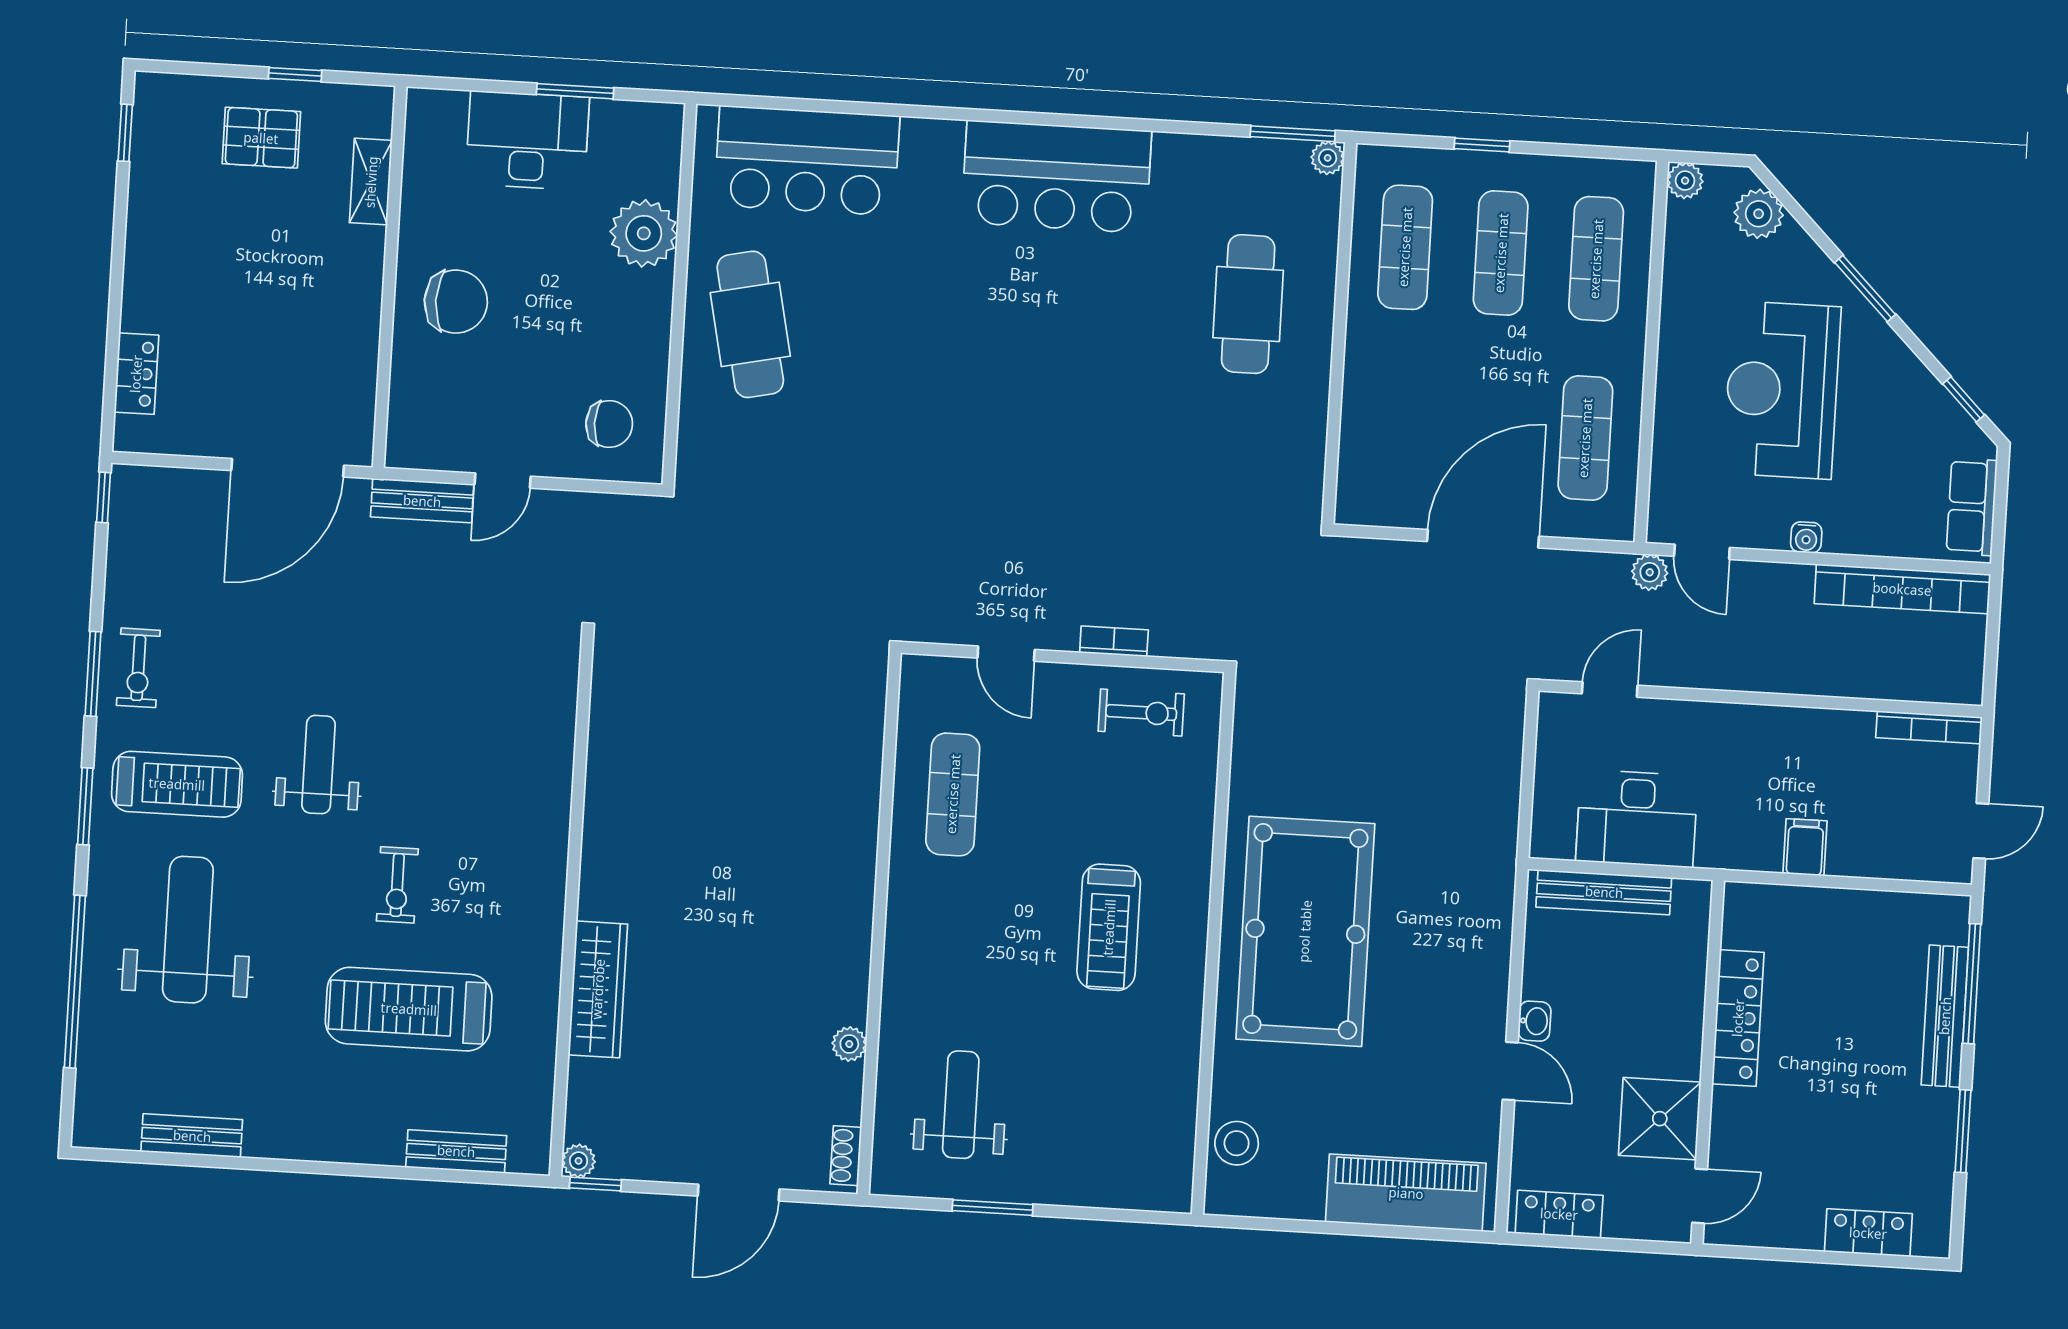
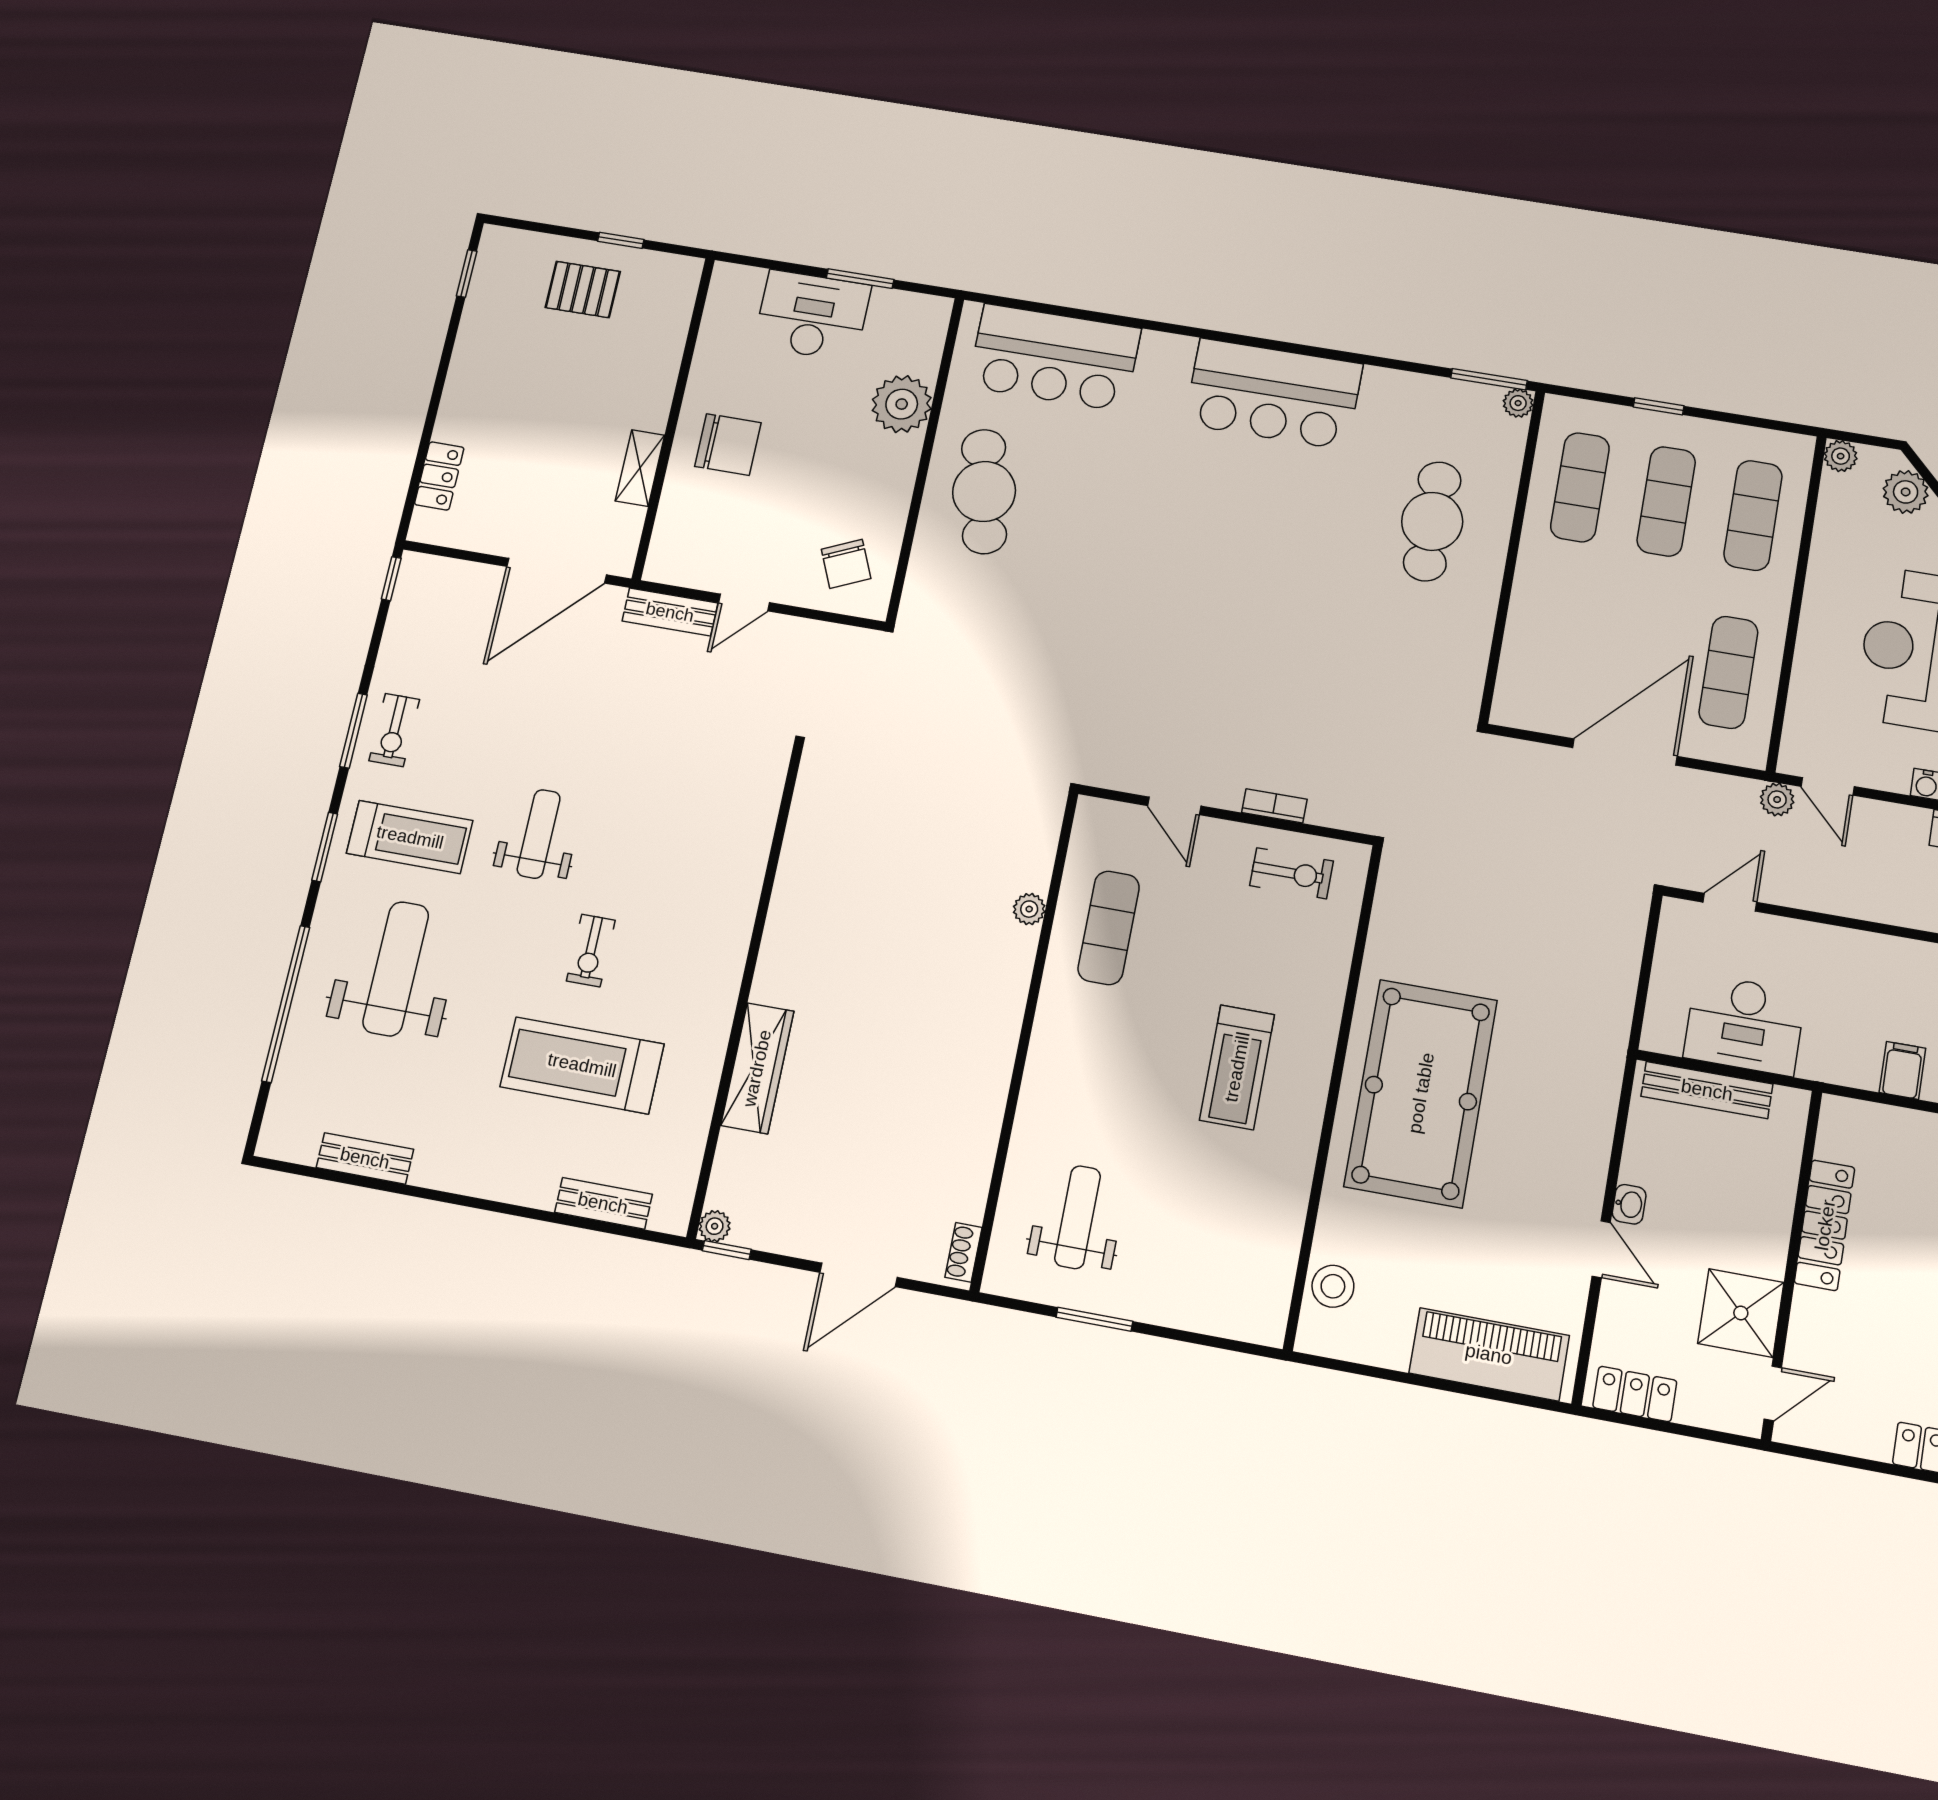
shelving: (371, 182) -> (640, 468), moved
chair: (609, 424) -> (846, 564), turned 66
plant: (849, 1044) -> (1029, 909), moved

